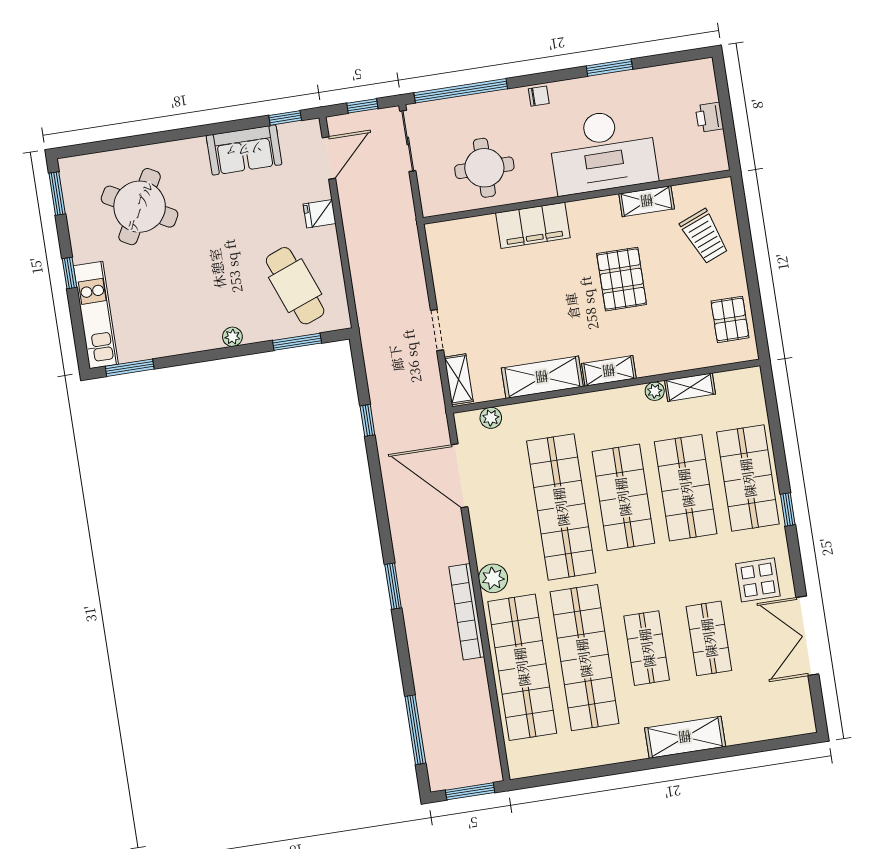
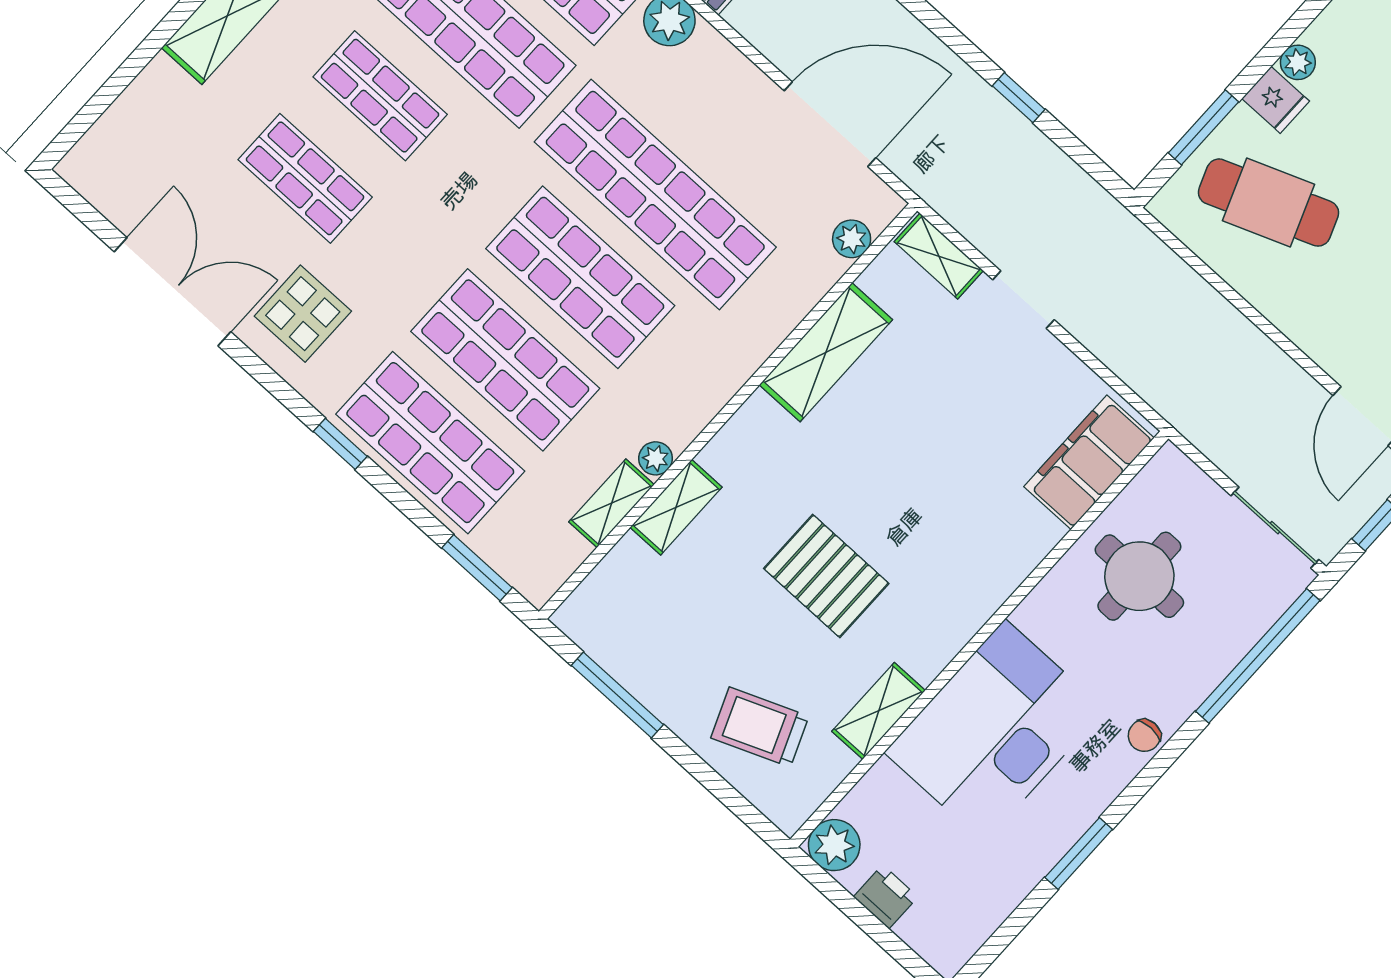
plant: (714, 158) -> (834, 845), added
fridge: (320, 214) -> (1276, 100), moved, turned 90
filing cabinet: (533, 225) -> (1089, 462), moved
window: (755, 301) -> (617, 695), added
pallet: (730, 319) -> (632, 641), removed
shelving: (609, 371) -> (676, 507), moved
window: (772, 407) -> (477, 568), added

